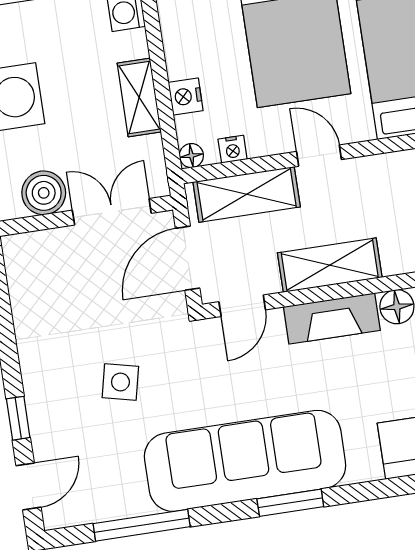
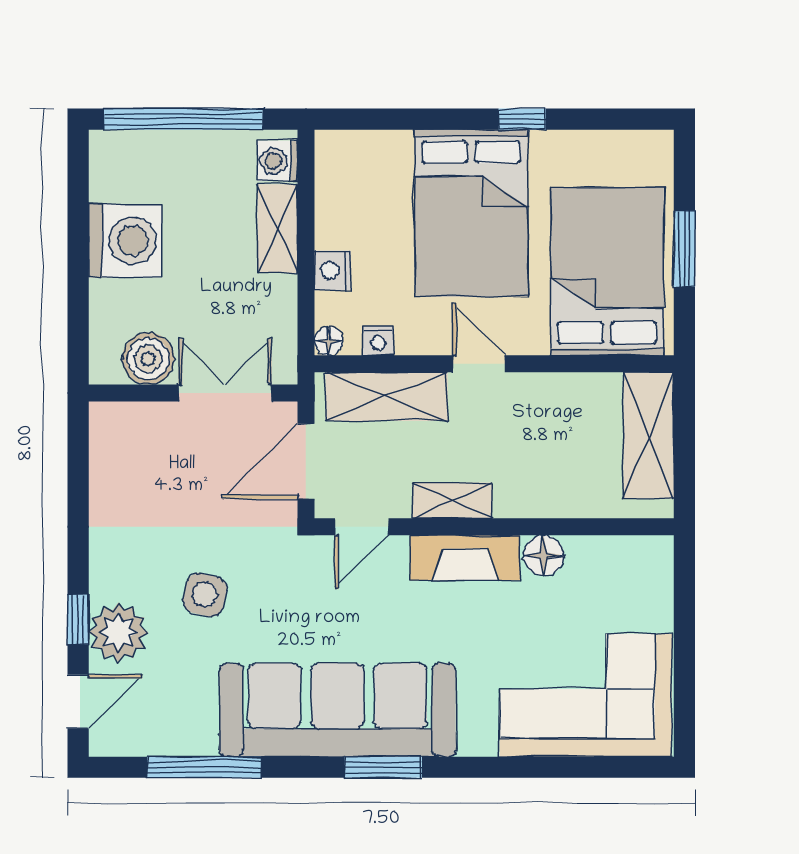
shelving: (139, 97) -> (278, 229), moved
shelving: (330, 265) -> (452, 501), width x0.67, depth x0.75
plant: (53, 424) -> (118, 632), added

